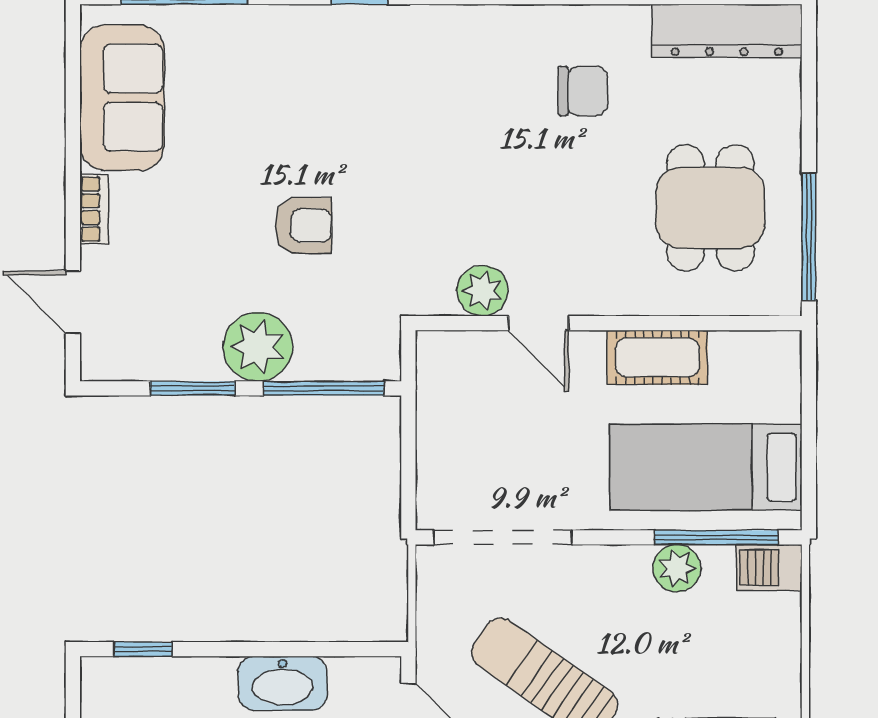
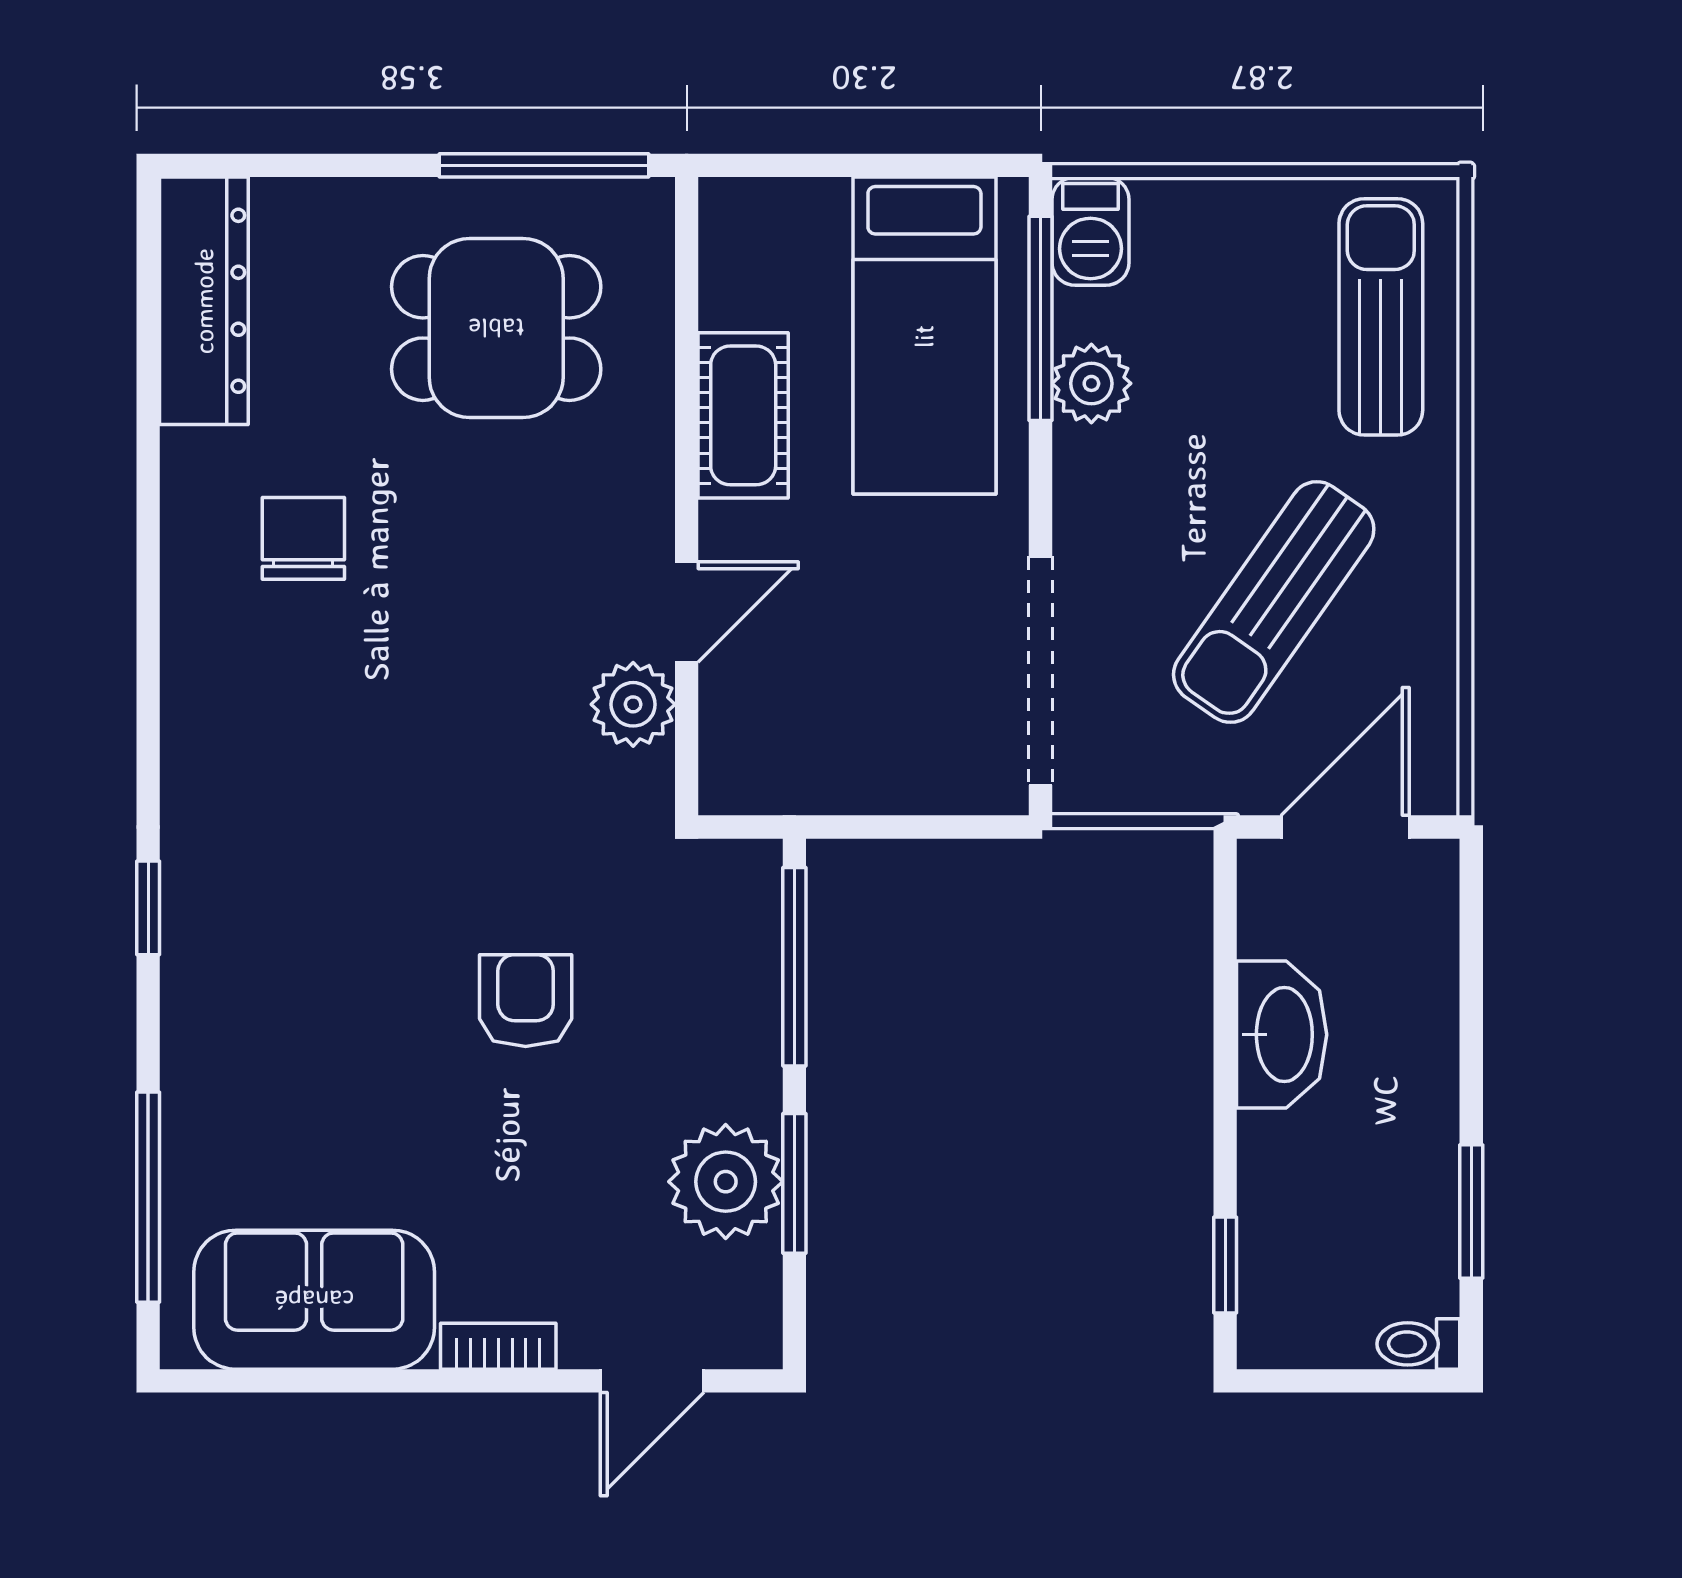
plant: (258, 347) -> (726, 1182), moved

